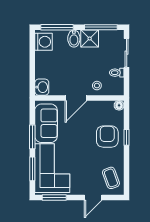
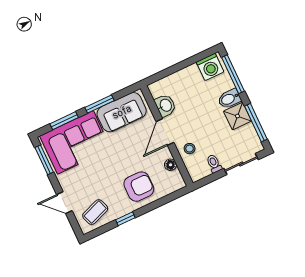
washbasin: (42, 87) -> (165, 105), moved, turned -90
door: (76, 98) -> (165, 132), hinge flipped
floor lamp: (119, 105) -> (171, 165), moved
window: (127, 137) -> (125, 219), moved

